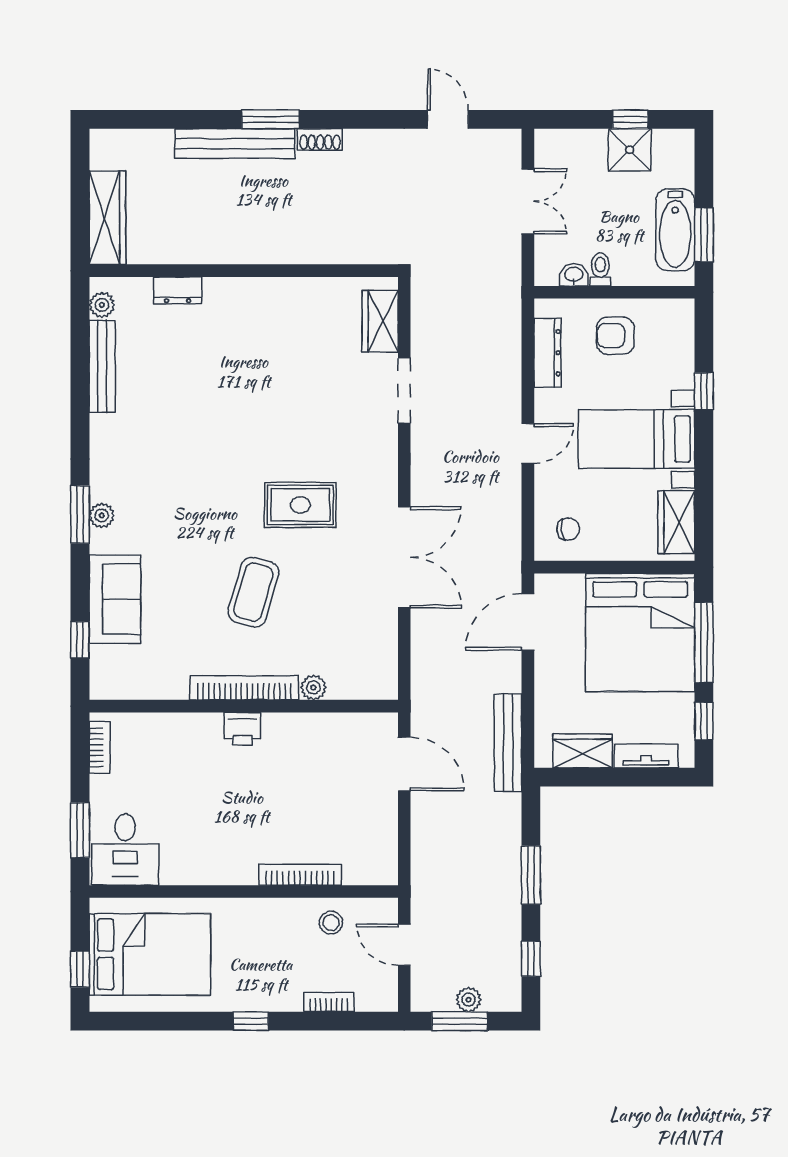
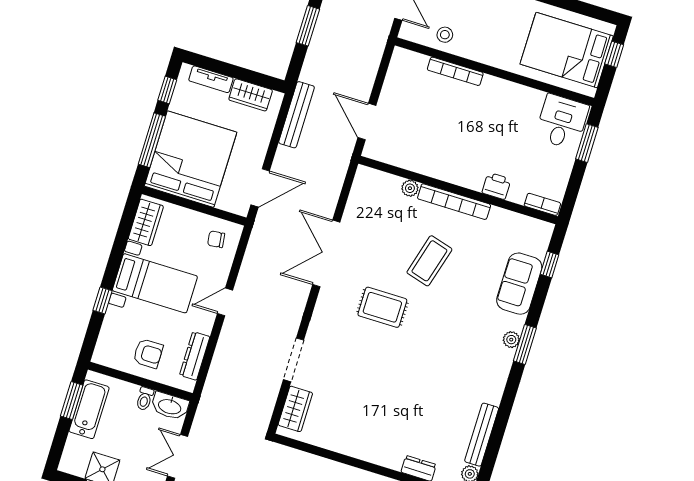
washbasin: (574, 275) -> (170, 406), width x1.91, depth x1.45
printer: (242, 729) -> (496, 186), moved
bookcase: (100, 747) -> (542, 204), moved, turned 90

